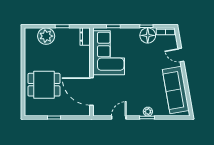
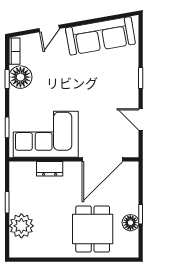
dresser: (85, 37) -> (50, 169), moved
floor lamp: (48, 111) -> (130, 223), added
plant: (148, 112) -> (132, 77), removed

